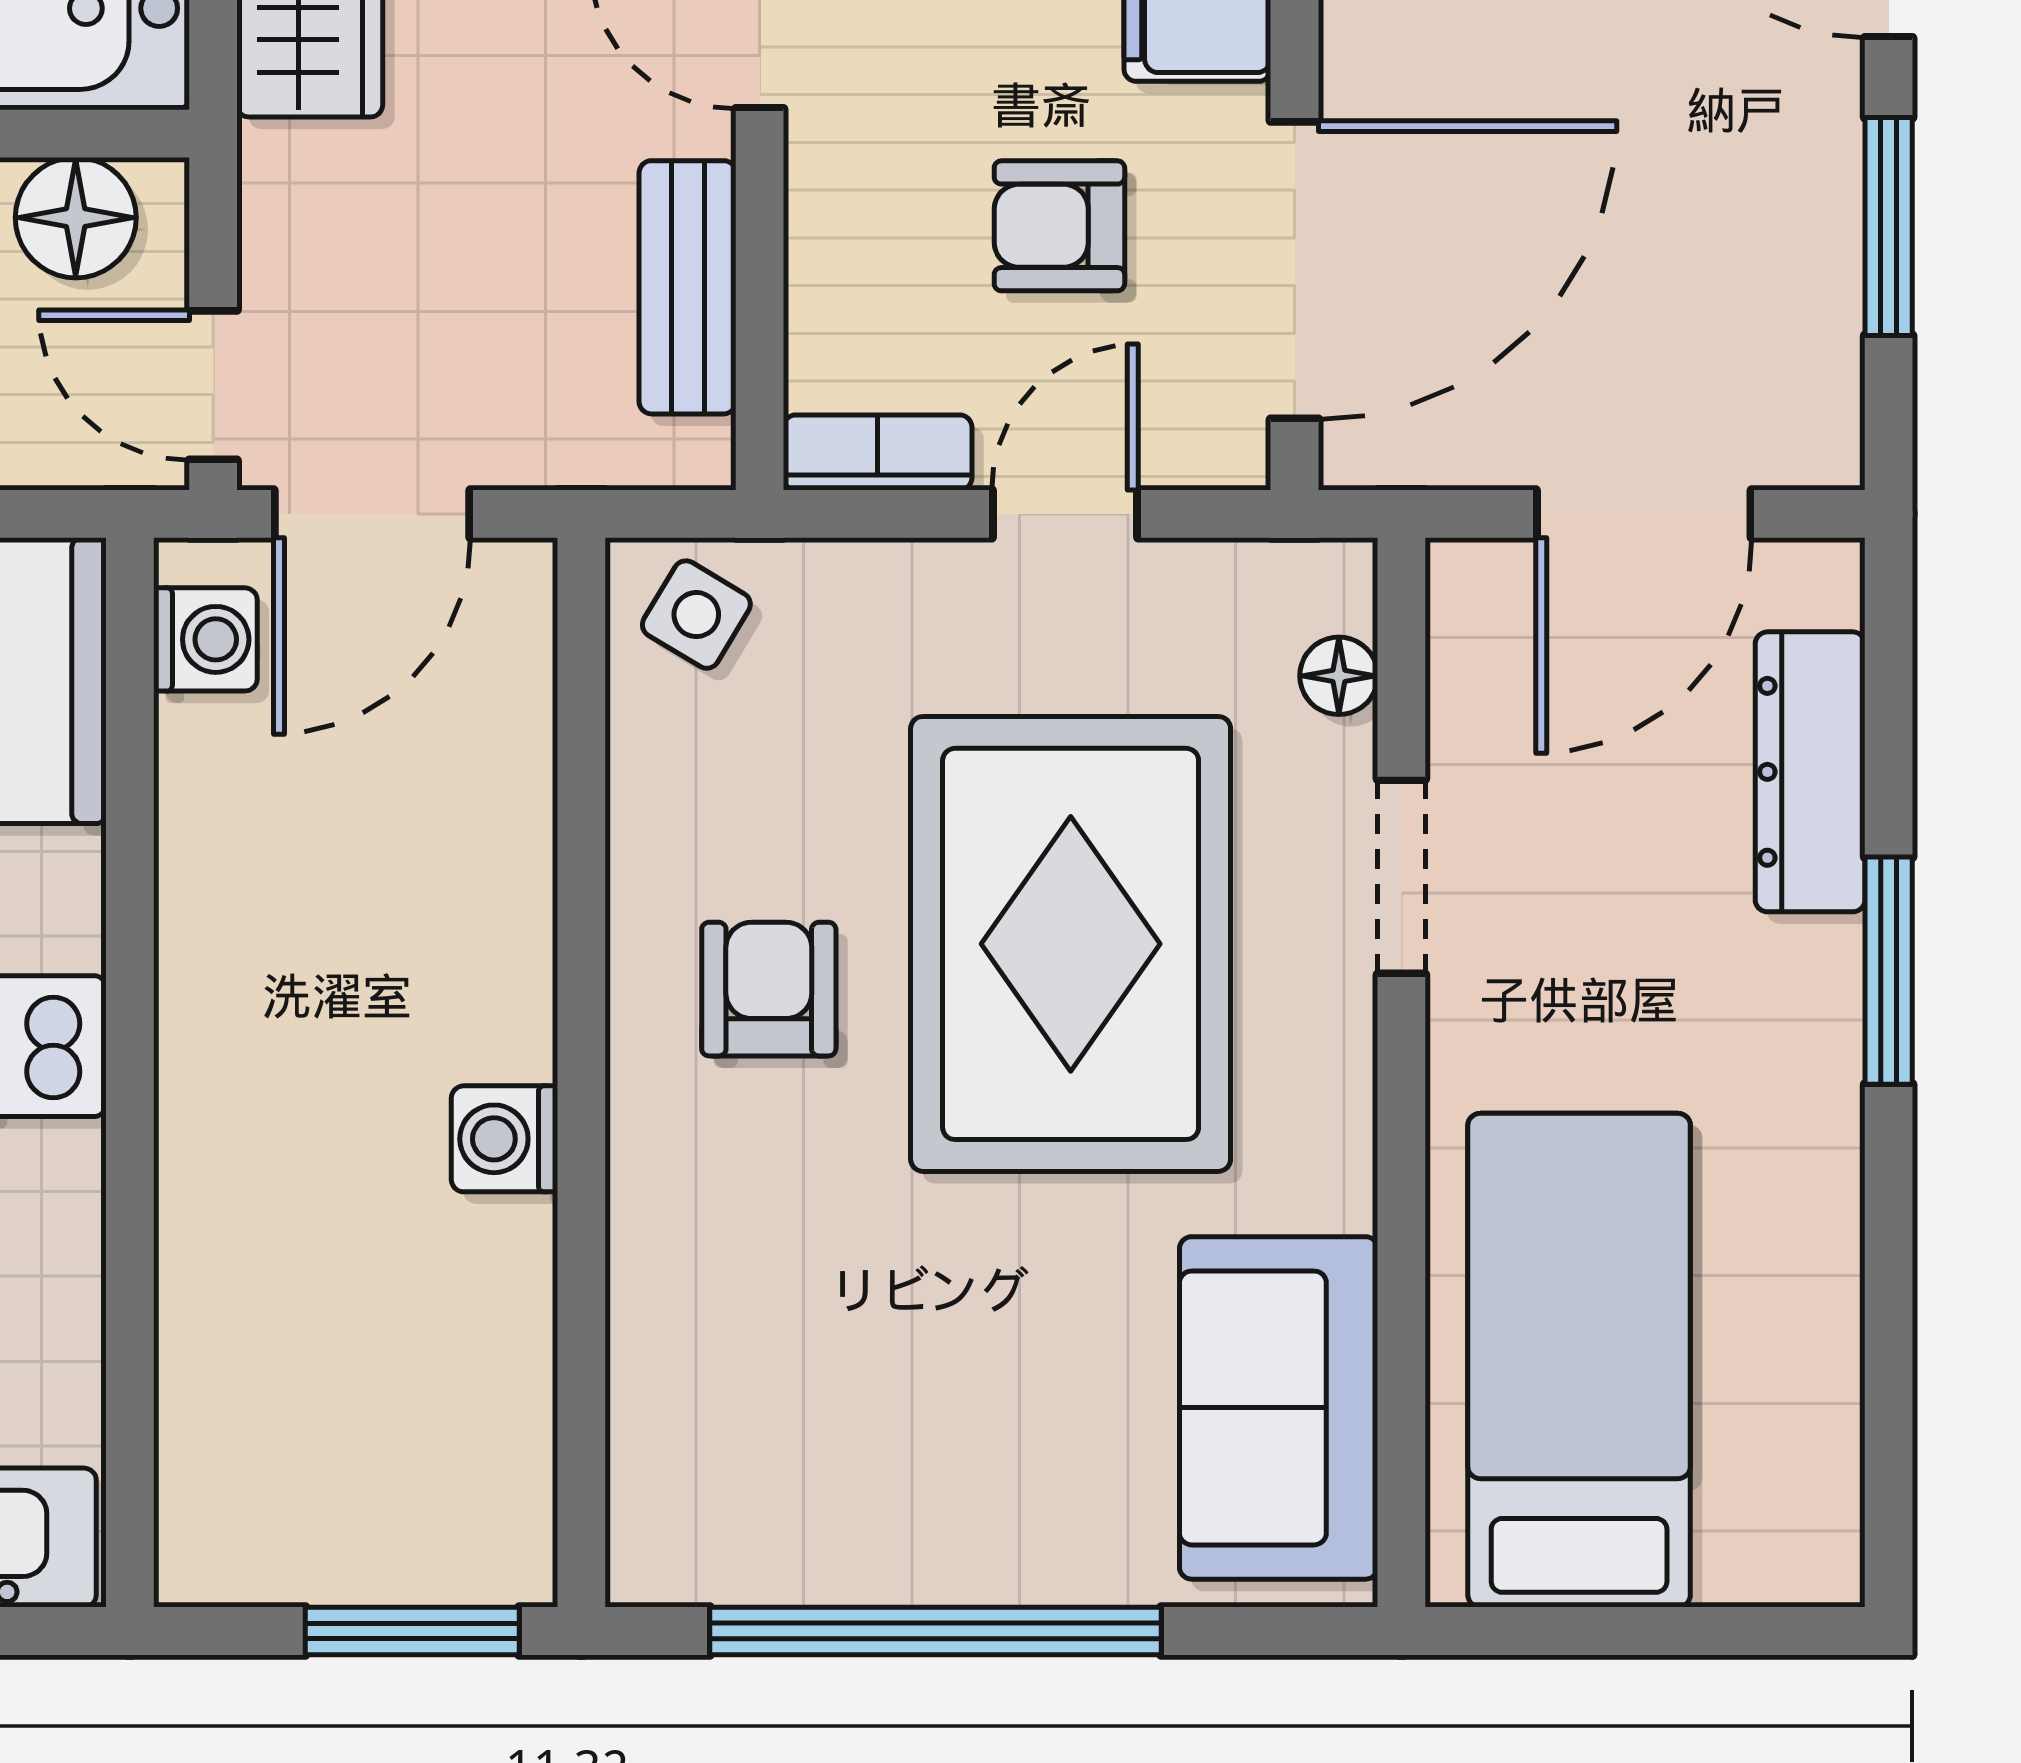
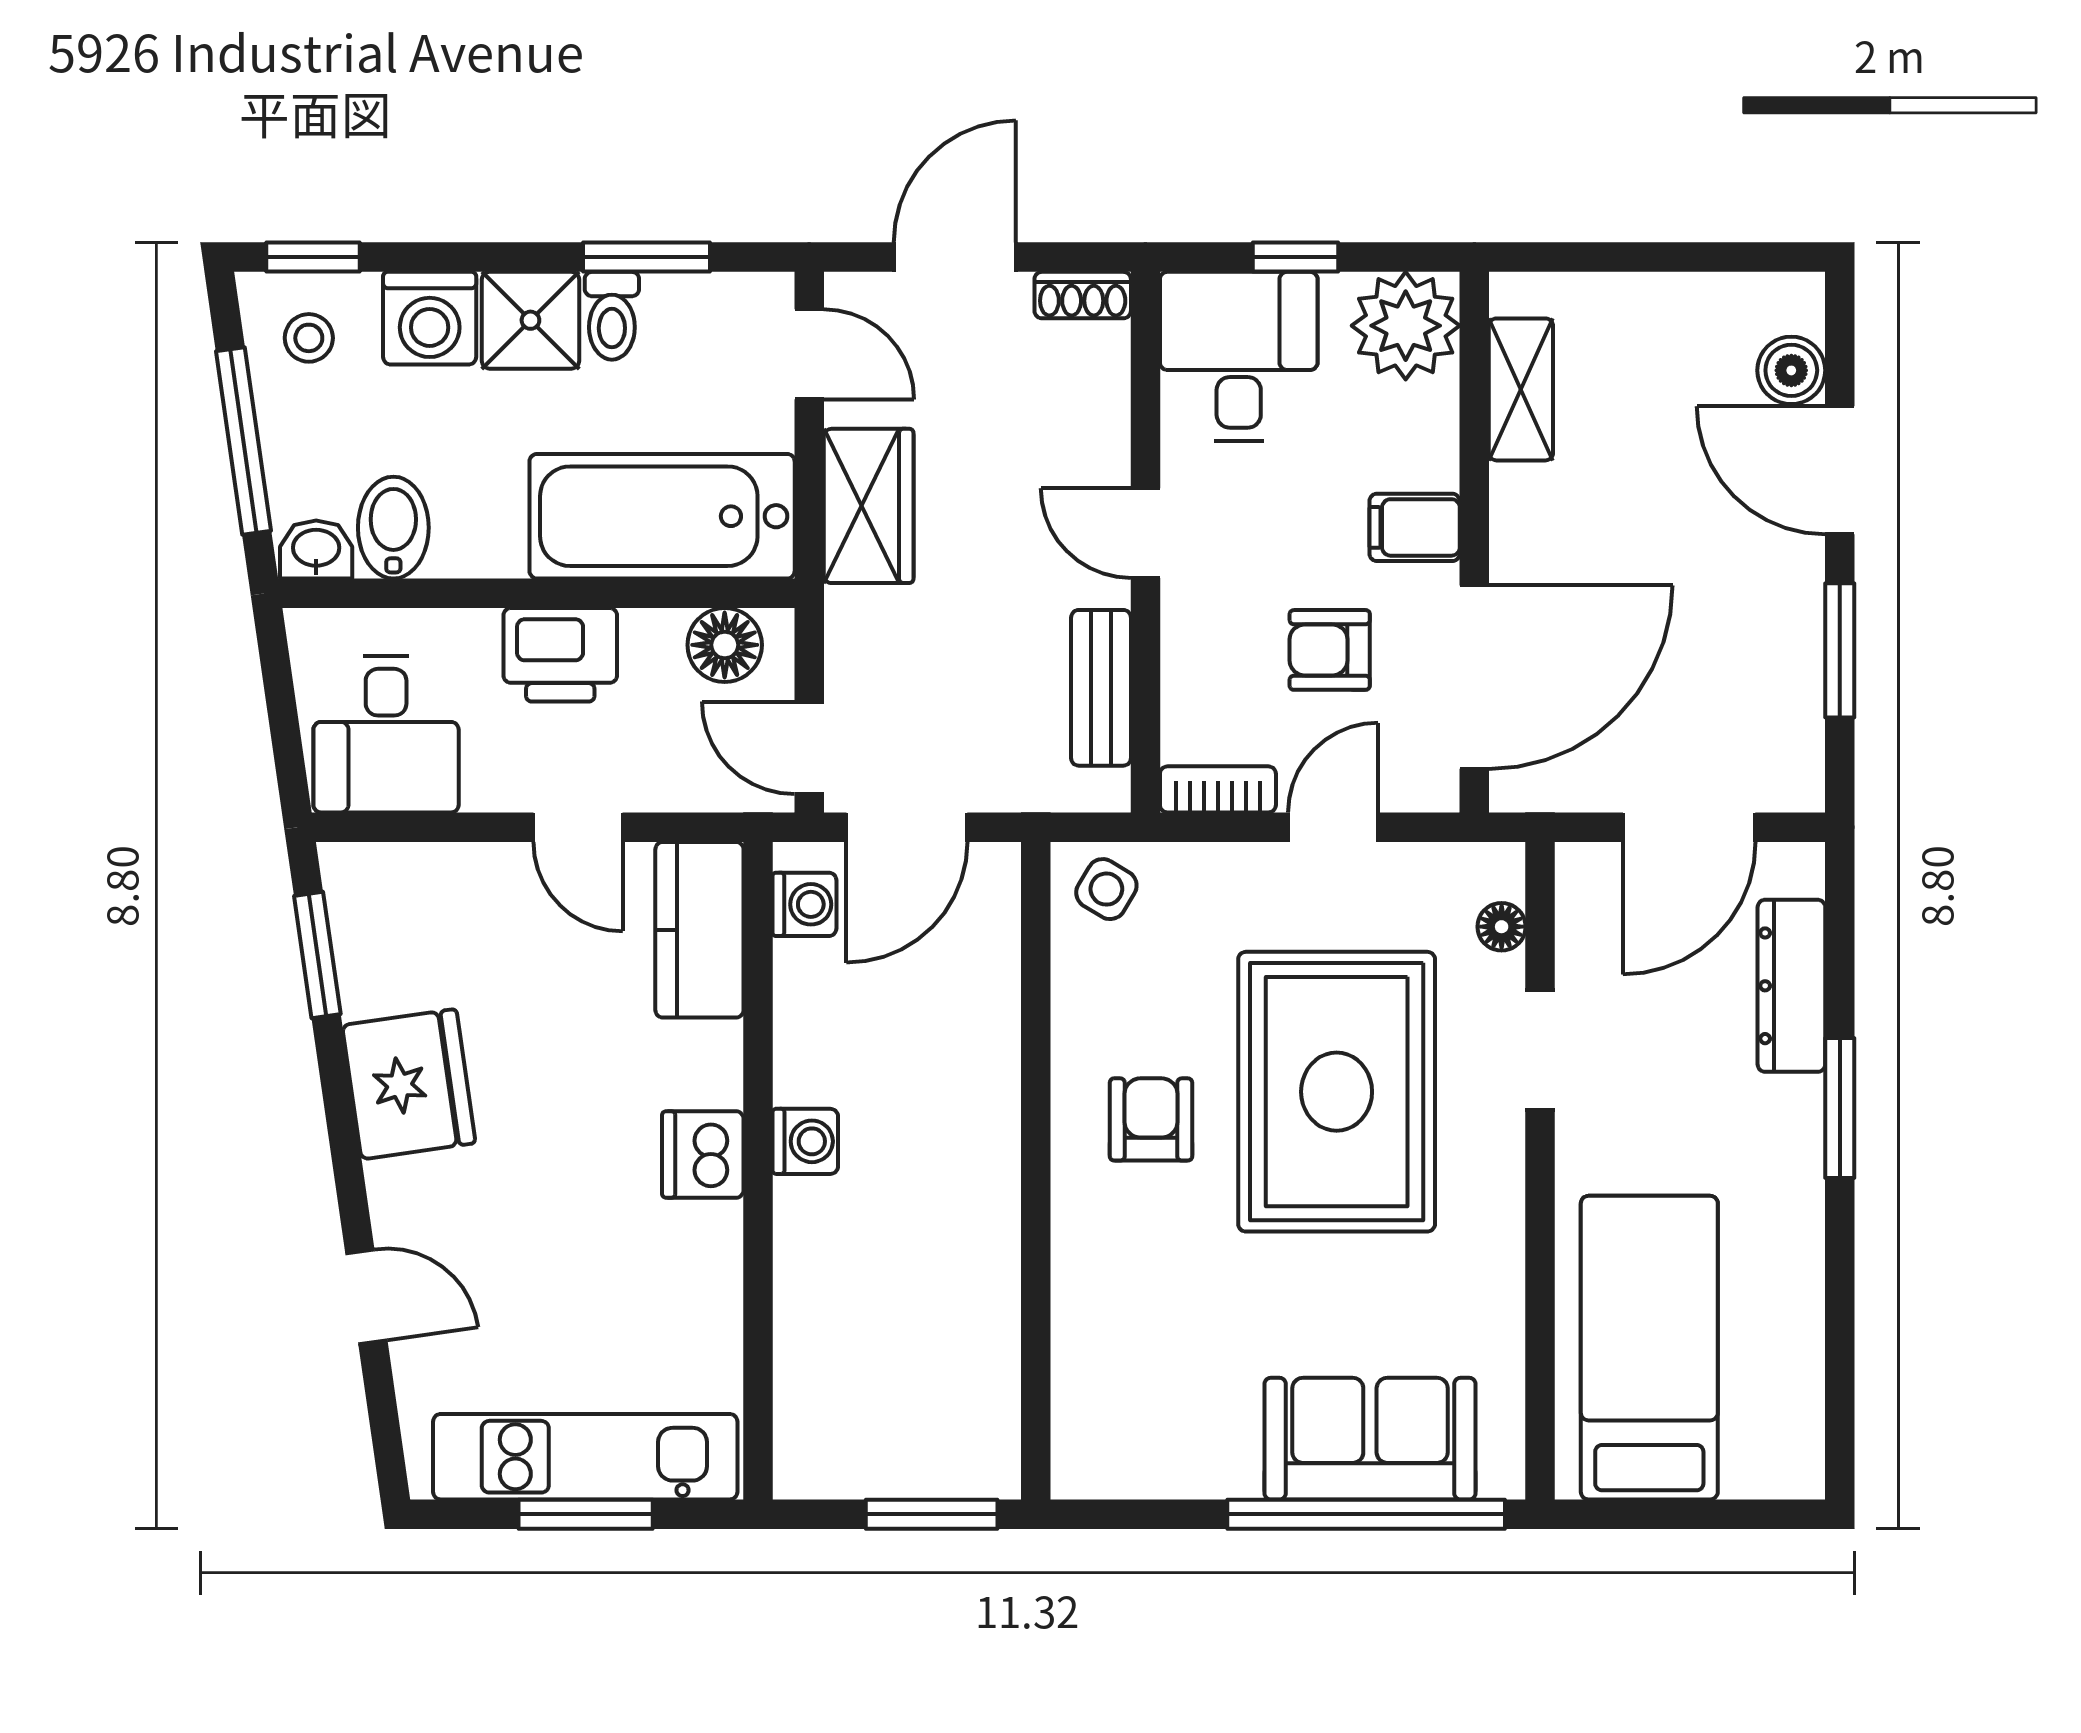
washing machine: (505, 1139) -> (805, 1141), moved, turned 180
sofa: (1279, 1408) -> (1370, 1439), moved, turned 90
window: (936, 1631) -> (1366, 1514), moved

